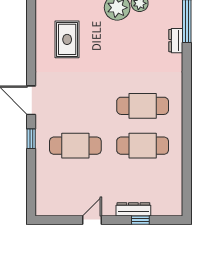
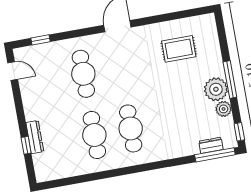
dresser: (176, 41) -> (211, 145), moved
window: (31, 139) -> (41, 40), moved
door: (92, 220) -> (13, 71), moved

